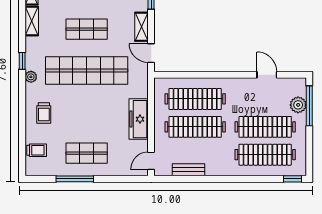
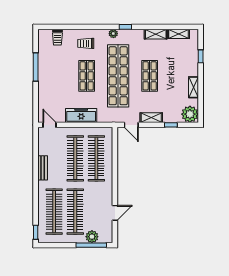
door: (151, 53) -> (131, 125), swing flipped
shop shelf: (87, 153) -> (87, 76), moved
bench: (189, 170) -> (43, 168), moved

